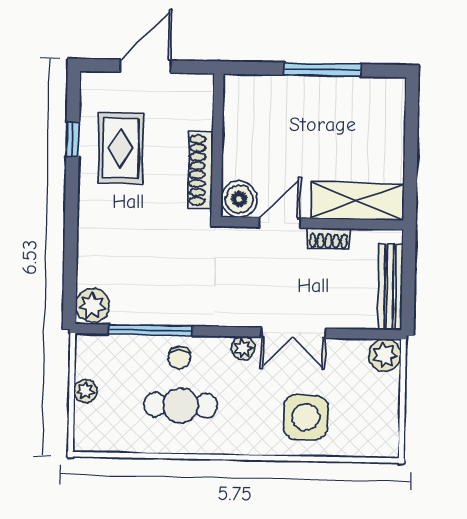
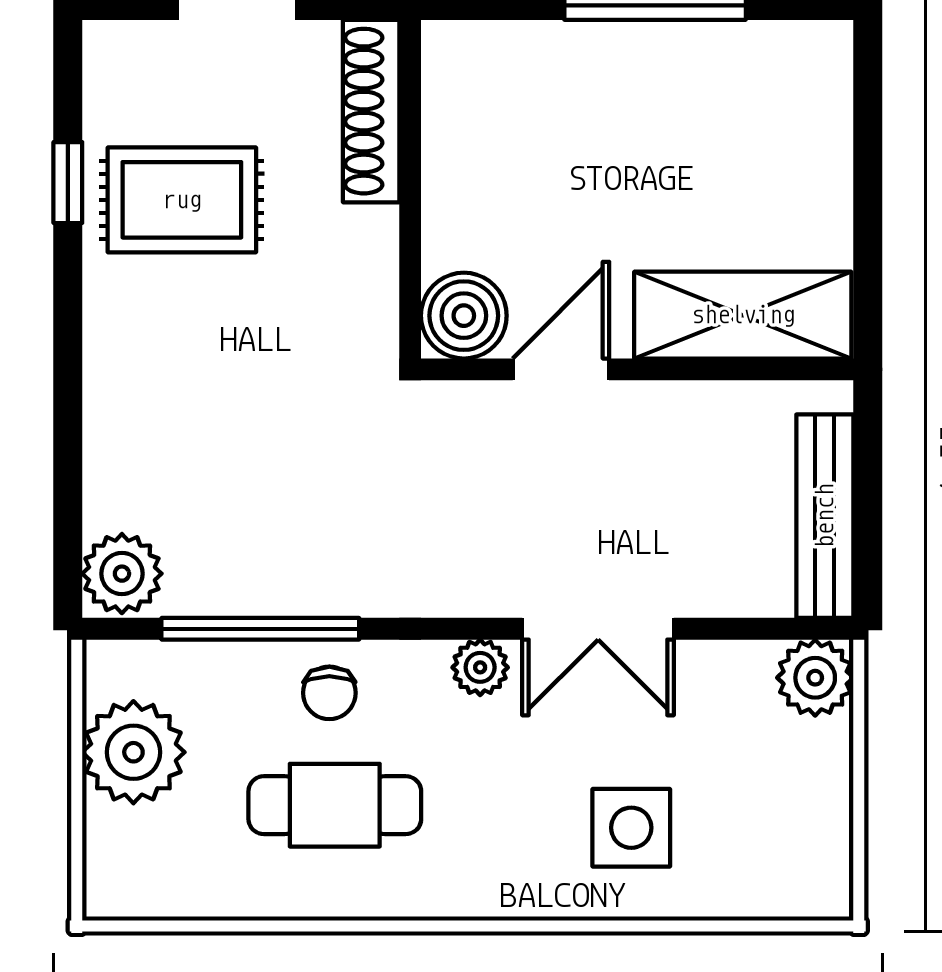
rug: (121, 148) -> (182, 200), turned 90
shoe rack: (200, 170) -> (371, 111), moved
shoe rack: (328, 238) -> (676, 404), removed
plant: (86, 391) -> (133, 752), width x1.88, depth x1.88
side table: (306, 417) -> (631, 828), width x0.73, depth x0.73

